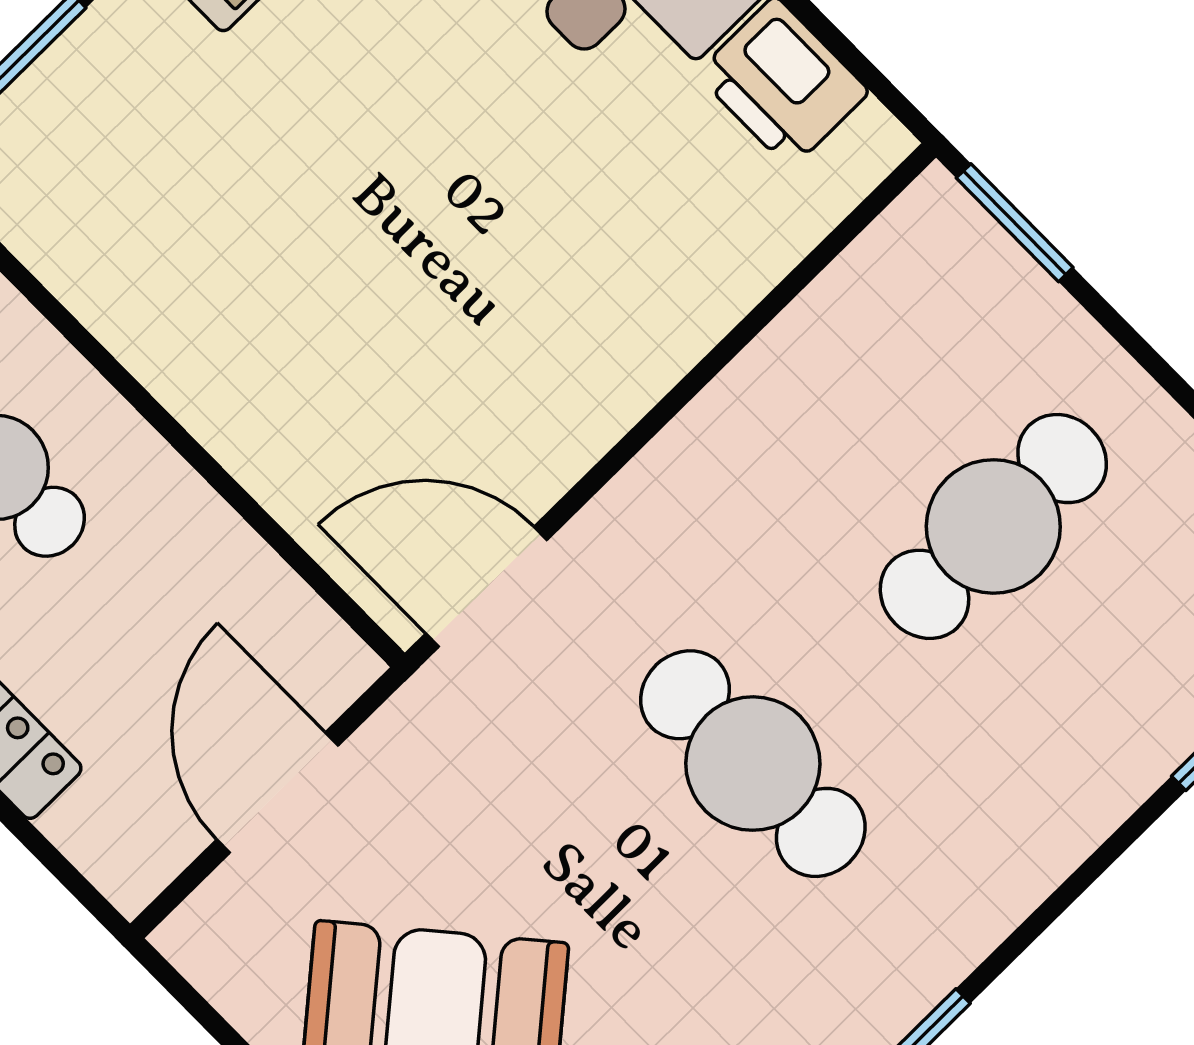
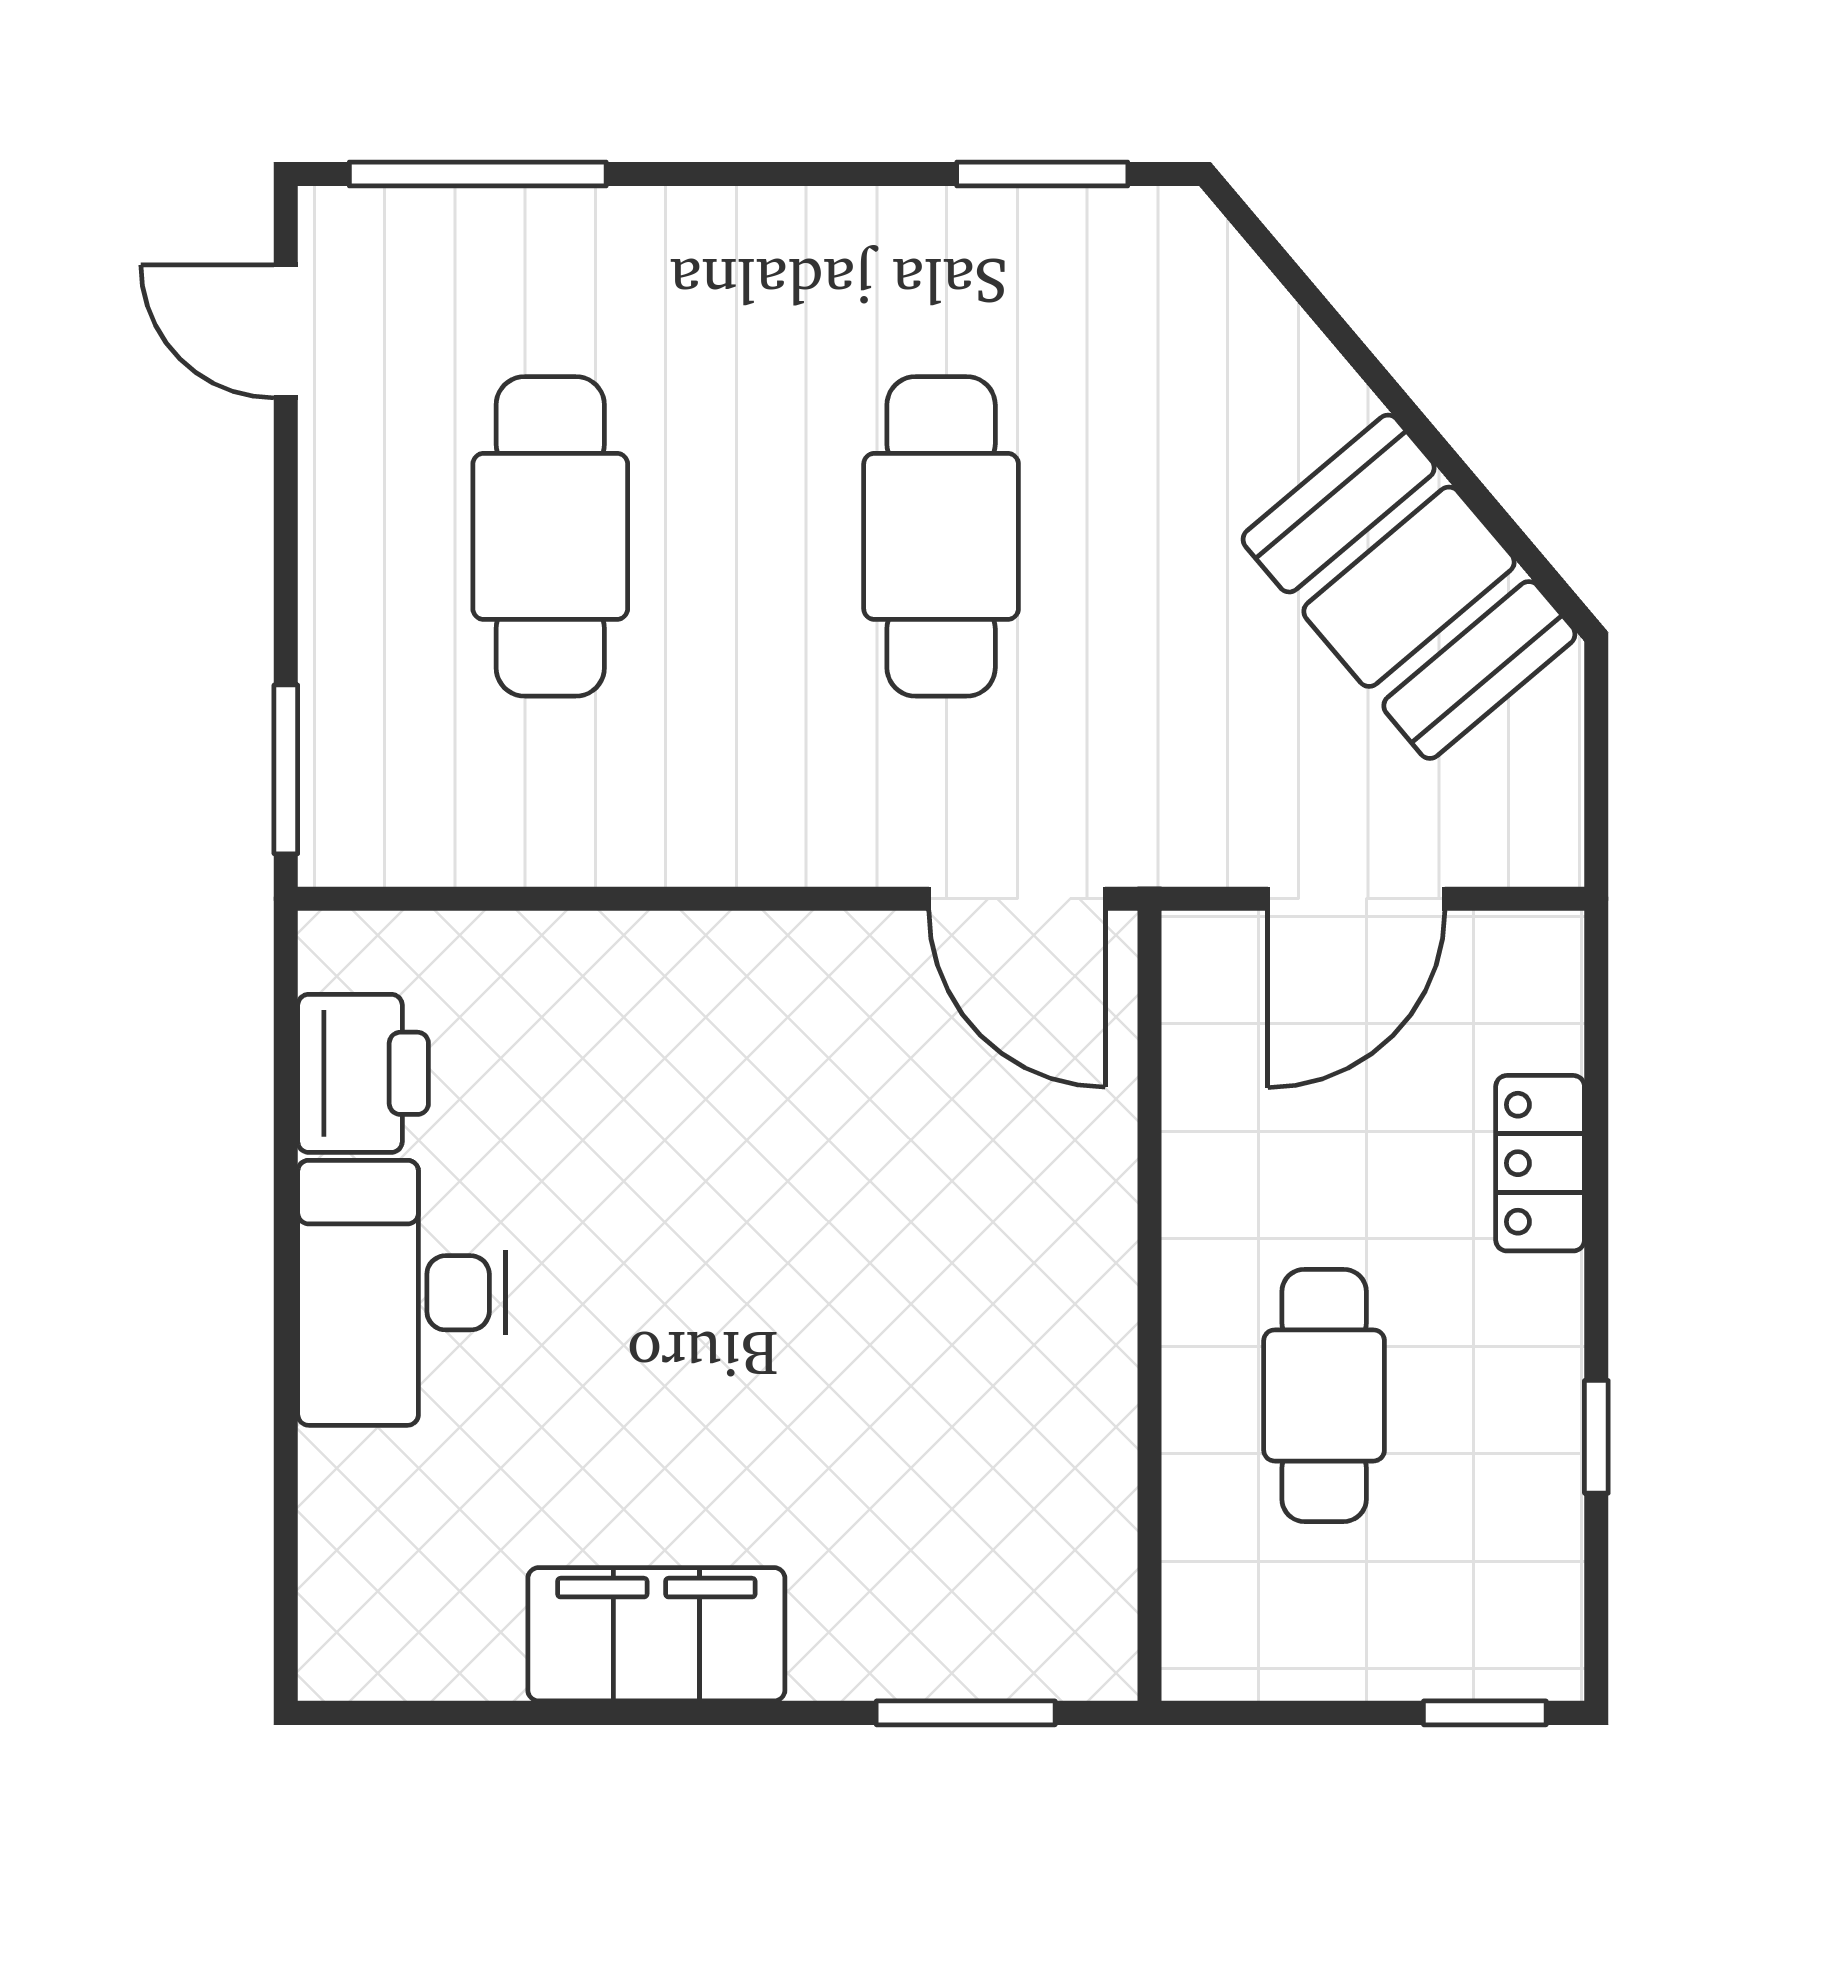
cafe table: (993, 526) -> (550, 536), turned 90

